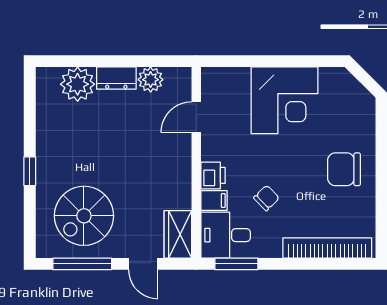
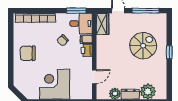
chair: (344, 169) -> (28, 53), turned 180
spiral stairs: (84, 216) -> (143, 46), moved

